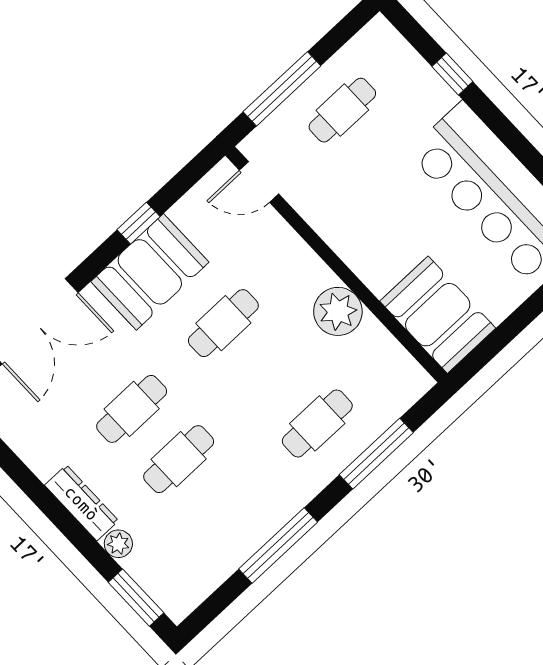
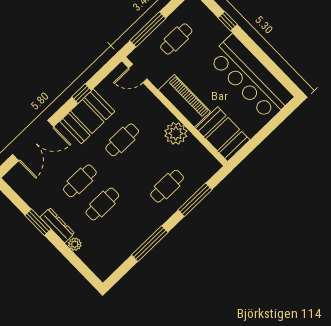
piano: (358, 242) -> (184, 101), added
window: (136, 598) -> (38, 222), moved

